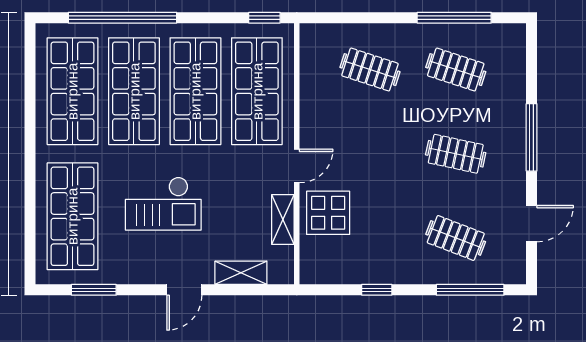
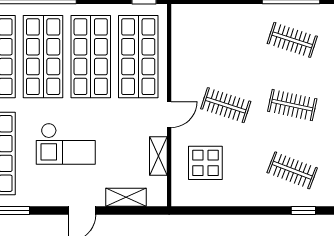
clothes rail: (370, 70) -> (226, 105), moved
display table: (328, 213) -> (205, 163), moved
window: (377, 290) -> (231, 210), removed
window: (470, 290) -> (303, 210), width x0.46

